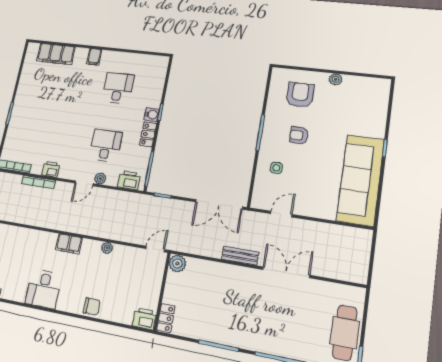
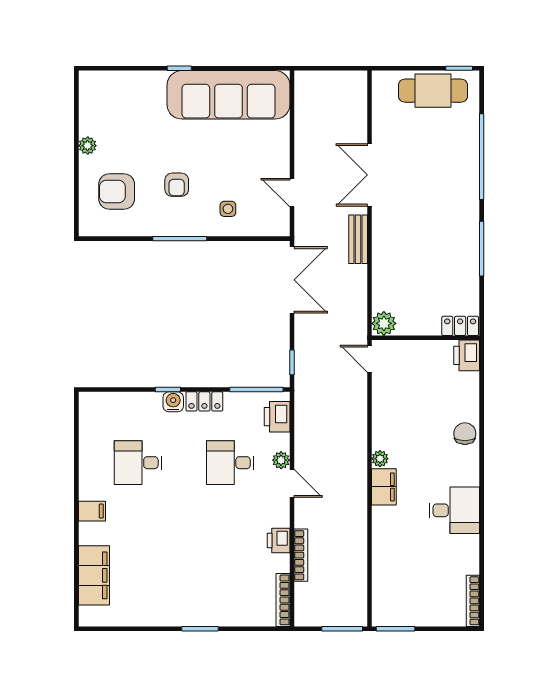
plant: (107, 248) -> (380, 459), moved

